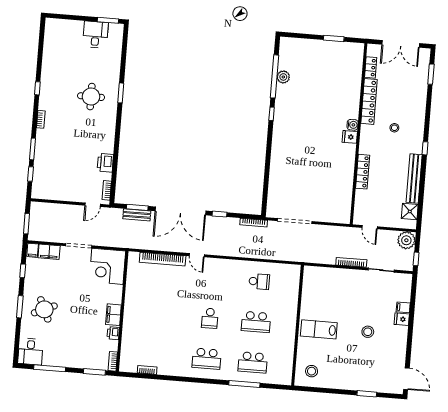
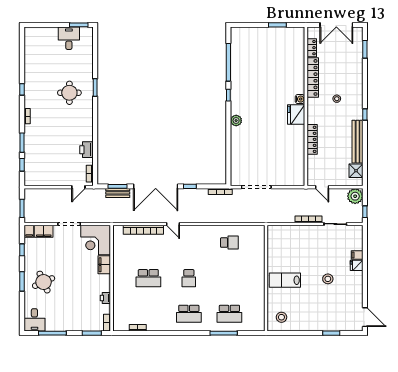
plant: (283, 77) -> (236, 121), moved
fridge: (350, 137) -> (296, 115), width x1.88, depth x1.34
filing cabinet: (113, 315) -> (104, 265), moved
school desk: (256, 322) -> (148, 278), moved

